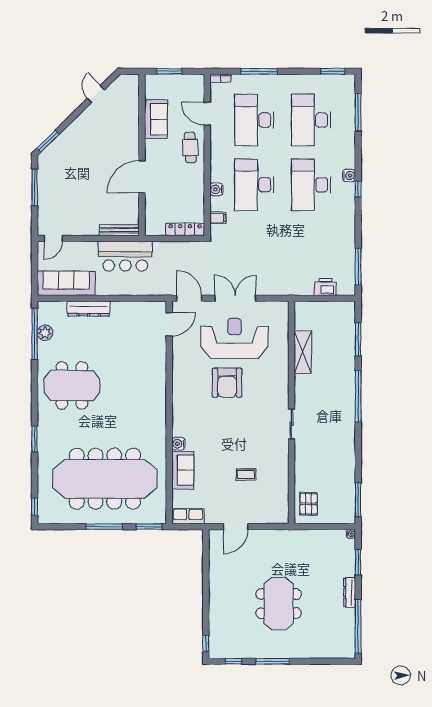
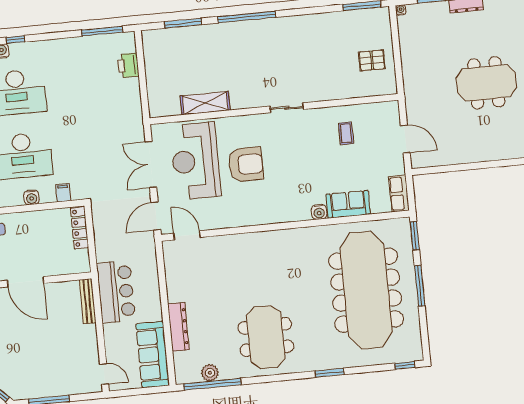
shelving: (303, 352) -> (205, 103), moved
wall: (291, 412) -> (274, 109), moved
sliding door: (291, 424) -> (287, 108), moved

